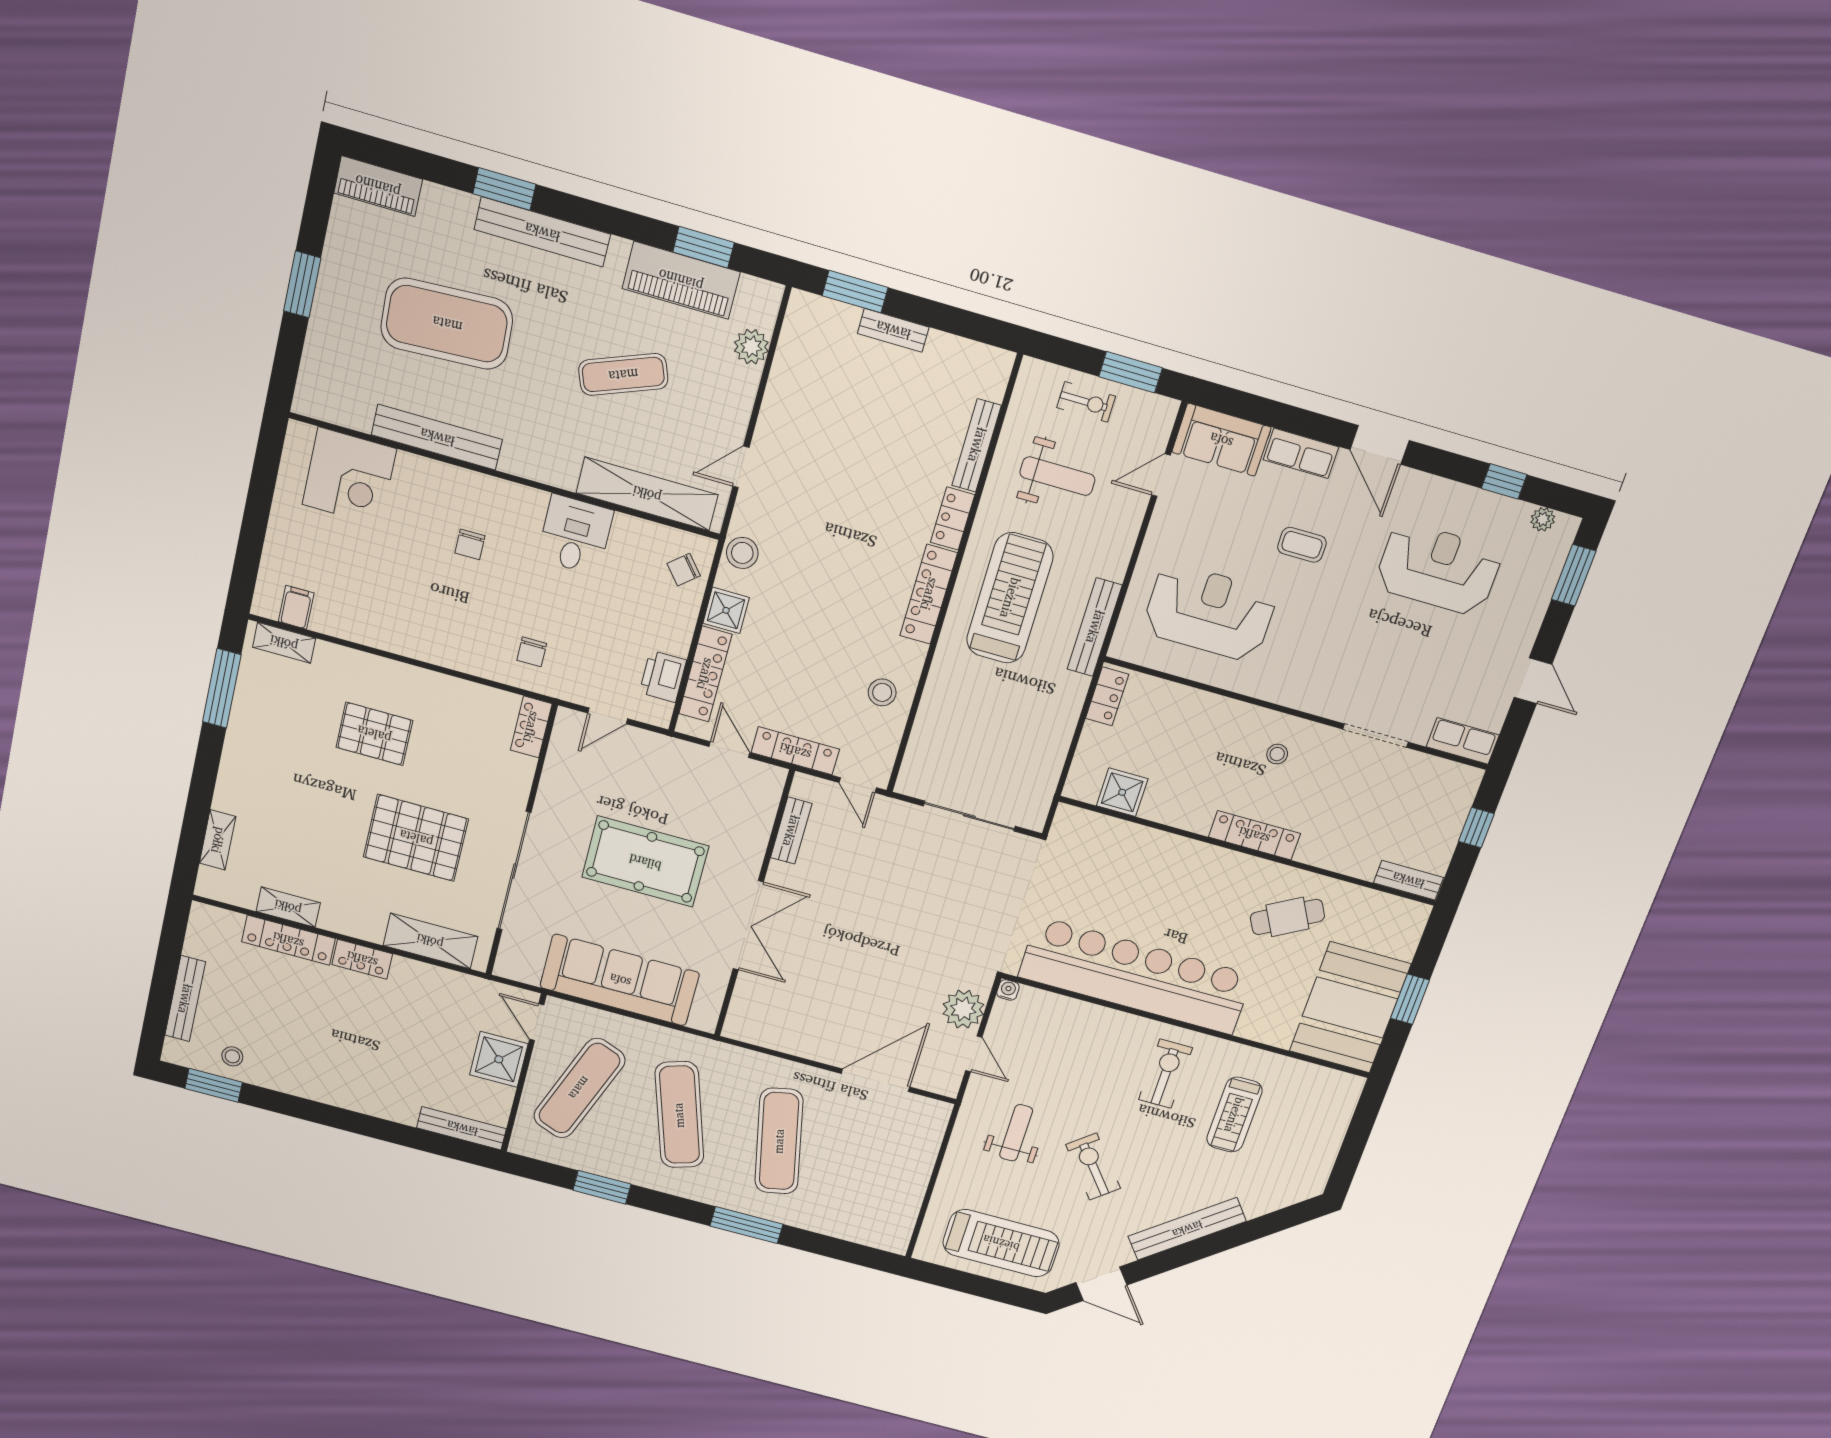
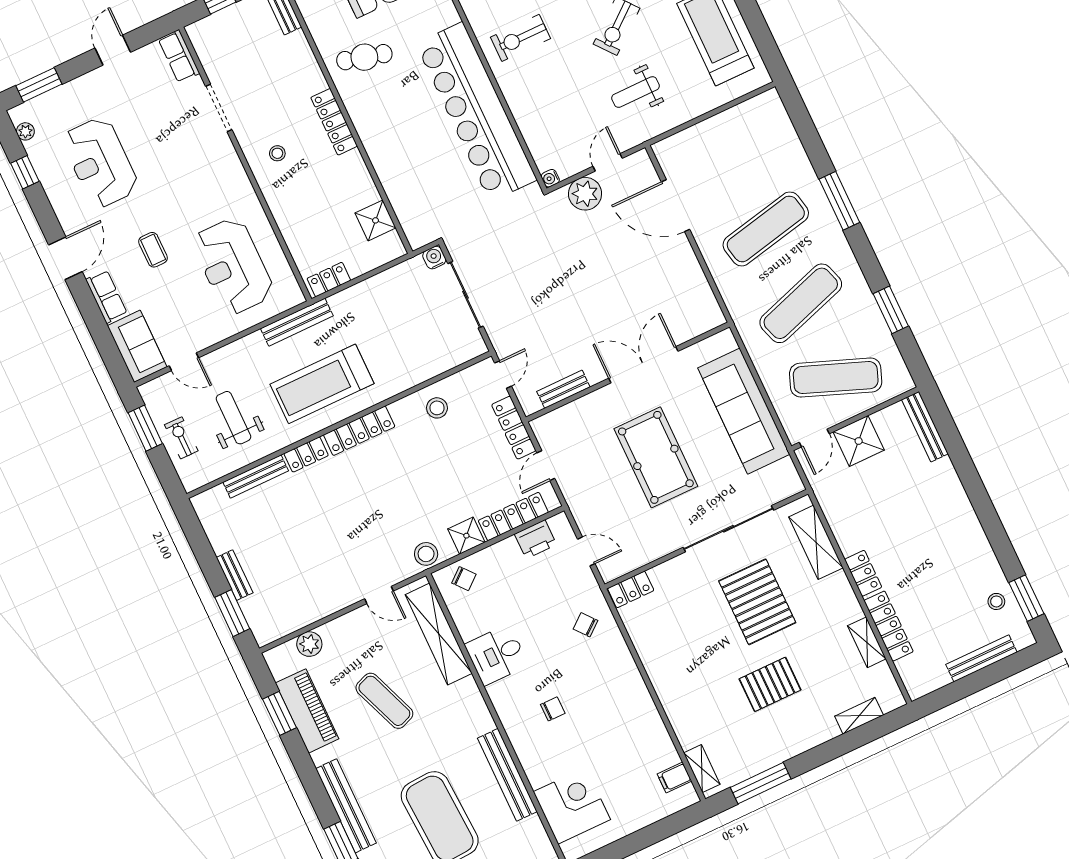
chair: (532, 652) -> (586, 625), turned -129
pallet: (374, 734) -> (770, 684), moved, turned 90
water cooler: (1033, 817) -> (434, 258), added
cafe table: (1287, 917) -> (364, 57), turned -46

